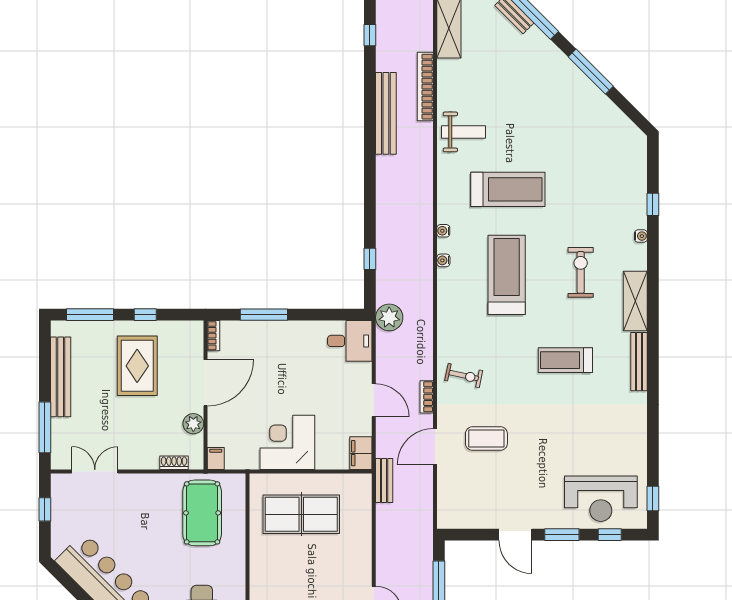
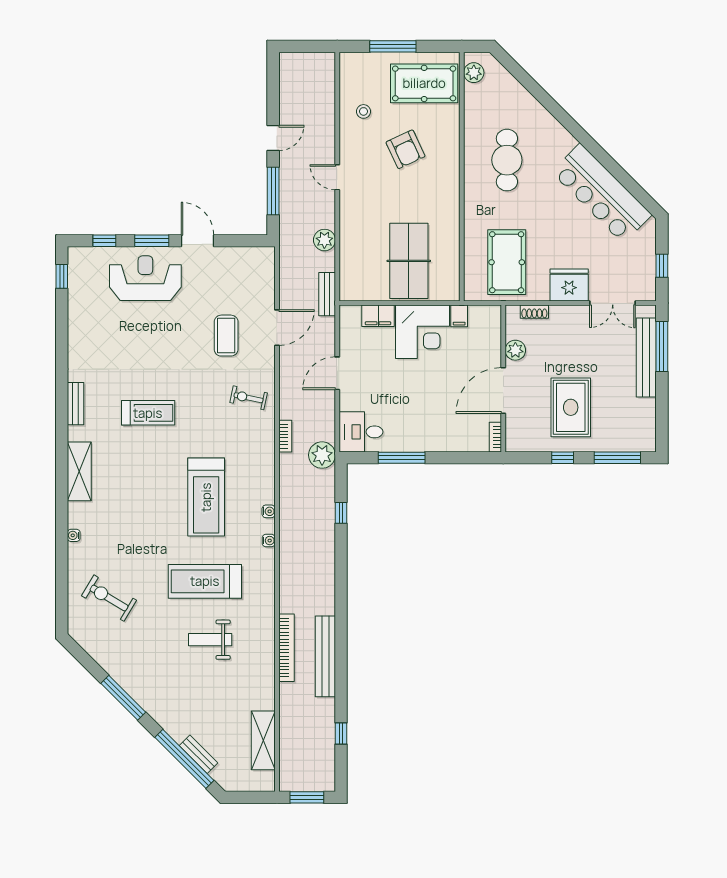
bookcase: (425, 87) -> (286, 648), moved
weight bench: (463, 132) -> (210, 640), moved
window: (653, 204) -> (62, 567), removed
exercise bike: (581, 272) -> (109, 598), moved, turned 121
window: (264, 315) -> (402, 458), moved
bench: (639, 362) -> (76, 404), width x0.73
bench: (61, 377) -> (646, 357), moved
bookcase: (427, 397) -> (285, 436), moved
door: (374, 400) -> (337, 373), hinge flipped
coffee table: (486, 439) -> (226, 336), turned 90
filing cabinet: (361, 453) -> (378, 316), moved, turned 90
filing cabinet: (216, 458) -> (459, 316), moved
fridge: (139, 490) -> (569, 285), added
reception desk: (601, 499) -> (145, 278), moved
table tennis table: (301, 514) -> (409, 261), turned 90
plant: (387, 535) -> (324, 240), added

